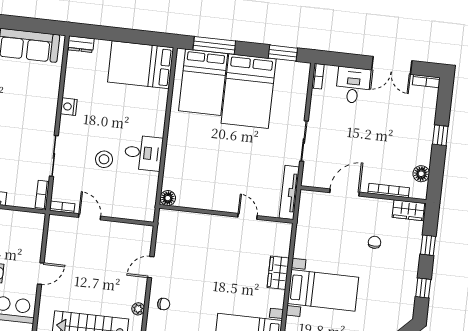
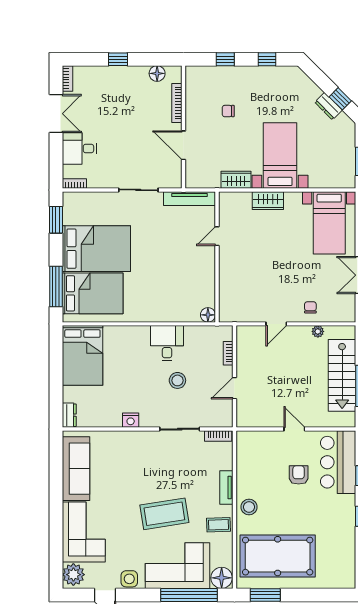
bookcase: (62, 207) -> (228, 353), moved
wardrobe: (408, 210) -> (236, 180), moved, turned -90
door: (151, 267) -> (276, 324), hinge flipped

